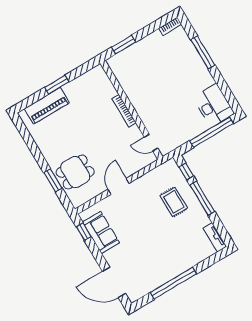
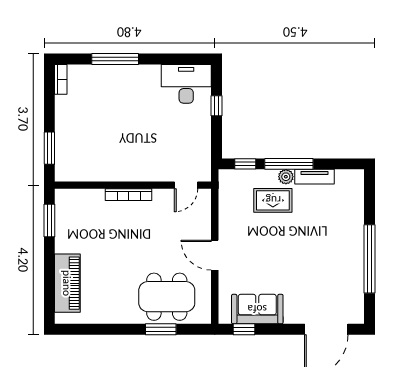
window: (57, 85) -> (49, 220), moved
window: (211, 132) -> (217, 106), width x0.32
dining table: (75, 172) -> (167, 297), width x1.38
plant: (193, 201) -> (286, 177), added
tv unit: (215, 237) -> (314, 177), moved

